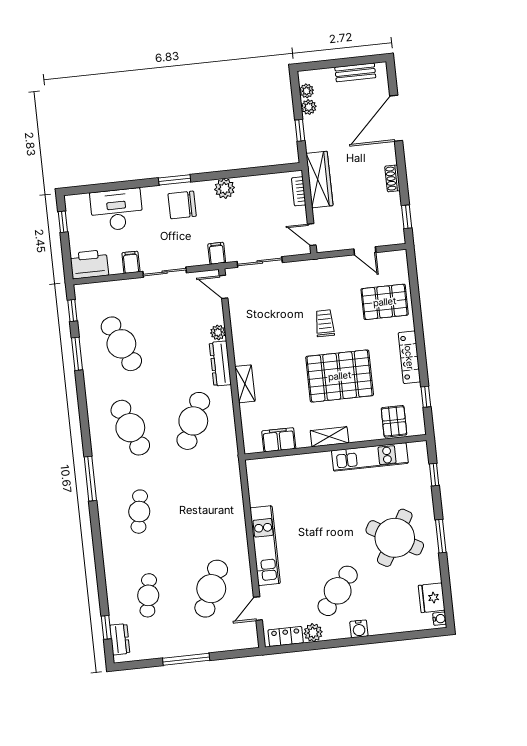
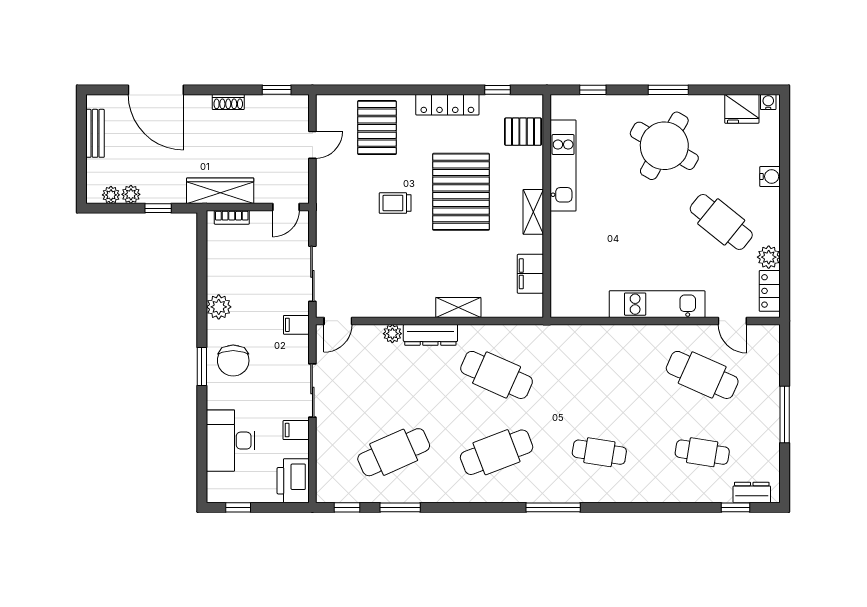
water cooler: (359, 629) -> (770, 176), moved

